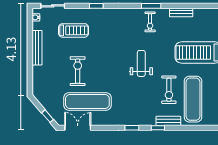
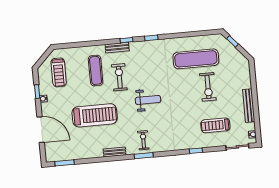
weight bench: (141, 63) -> (148, 100), turned -90
exercise mat: (193, 99) -> (96, 70), width x0.73, depth x0.69
double door: (78, 128) -> (203, 33), removed

